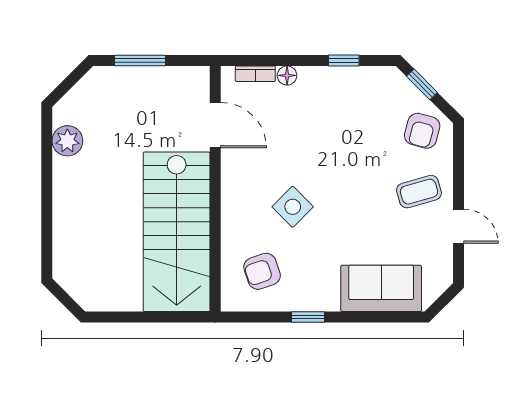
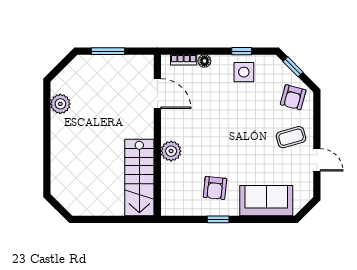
side table: (293, 207) -> (244, 72), moved, turned 45
plant: (236, 213) -> (171, 151), added
stairs: (177, 232) -> (139, 178), width x0.73, depth x0.66
armchair: (262, 271) -> (215, 188), moved, turned -65

